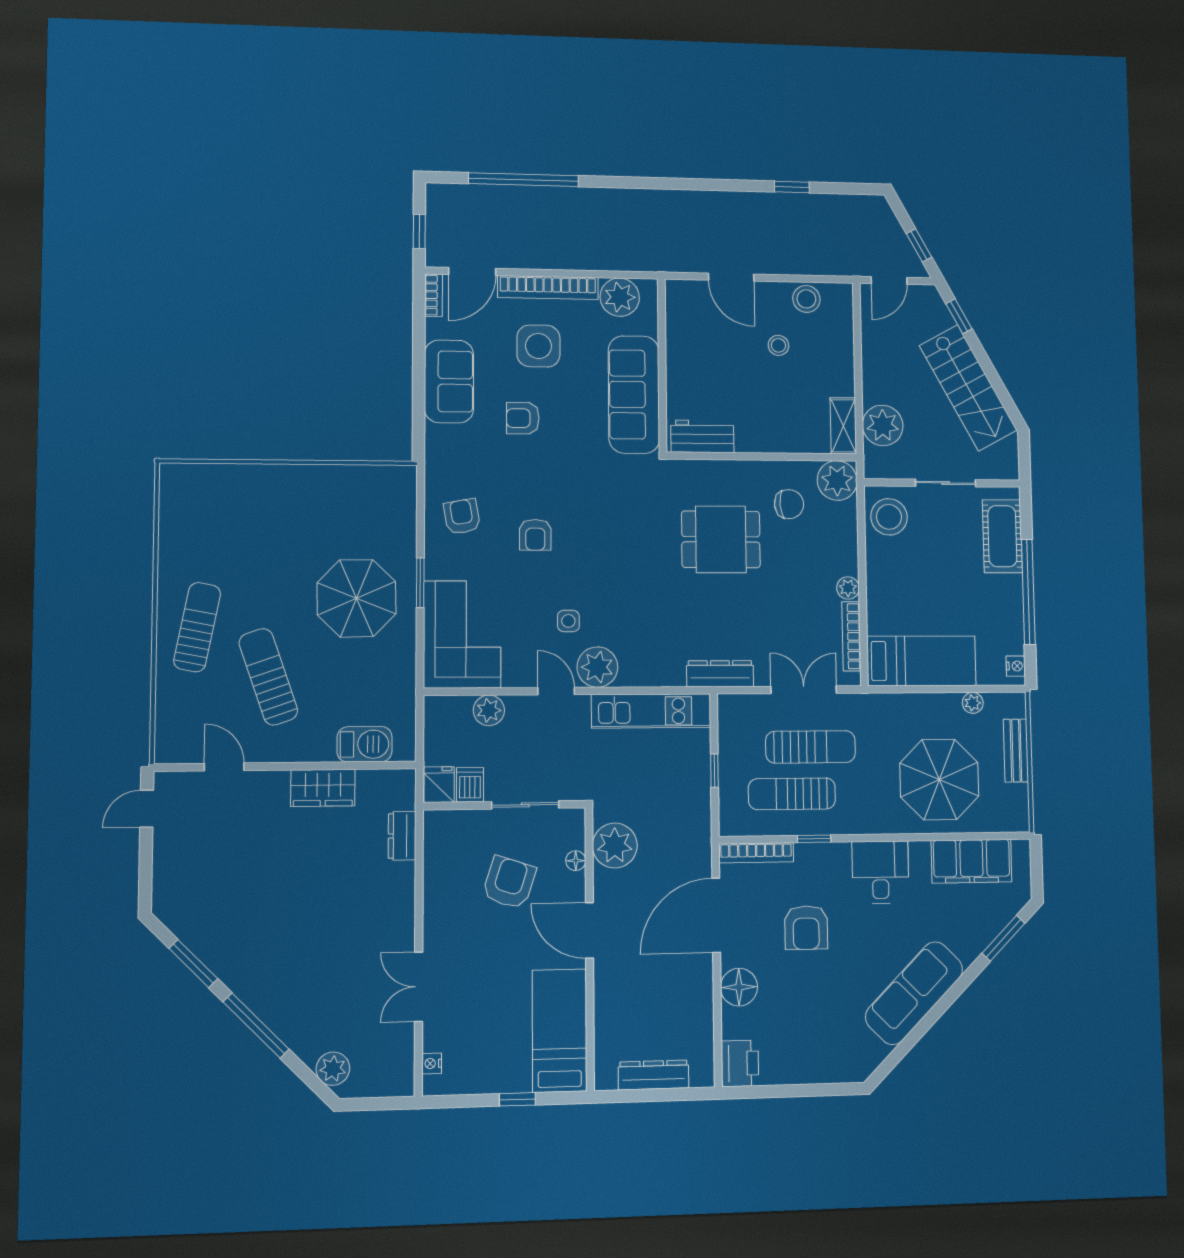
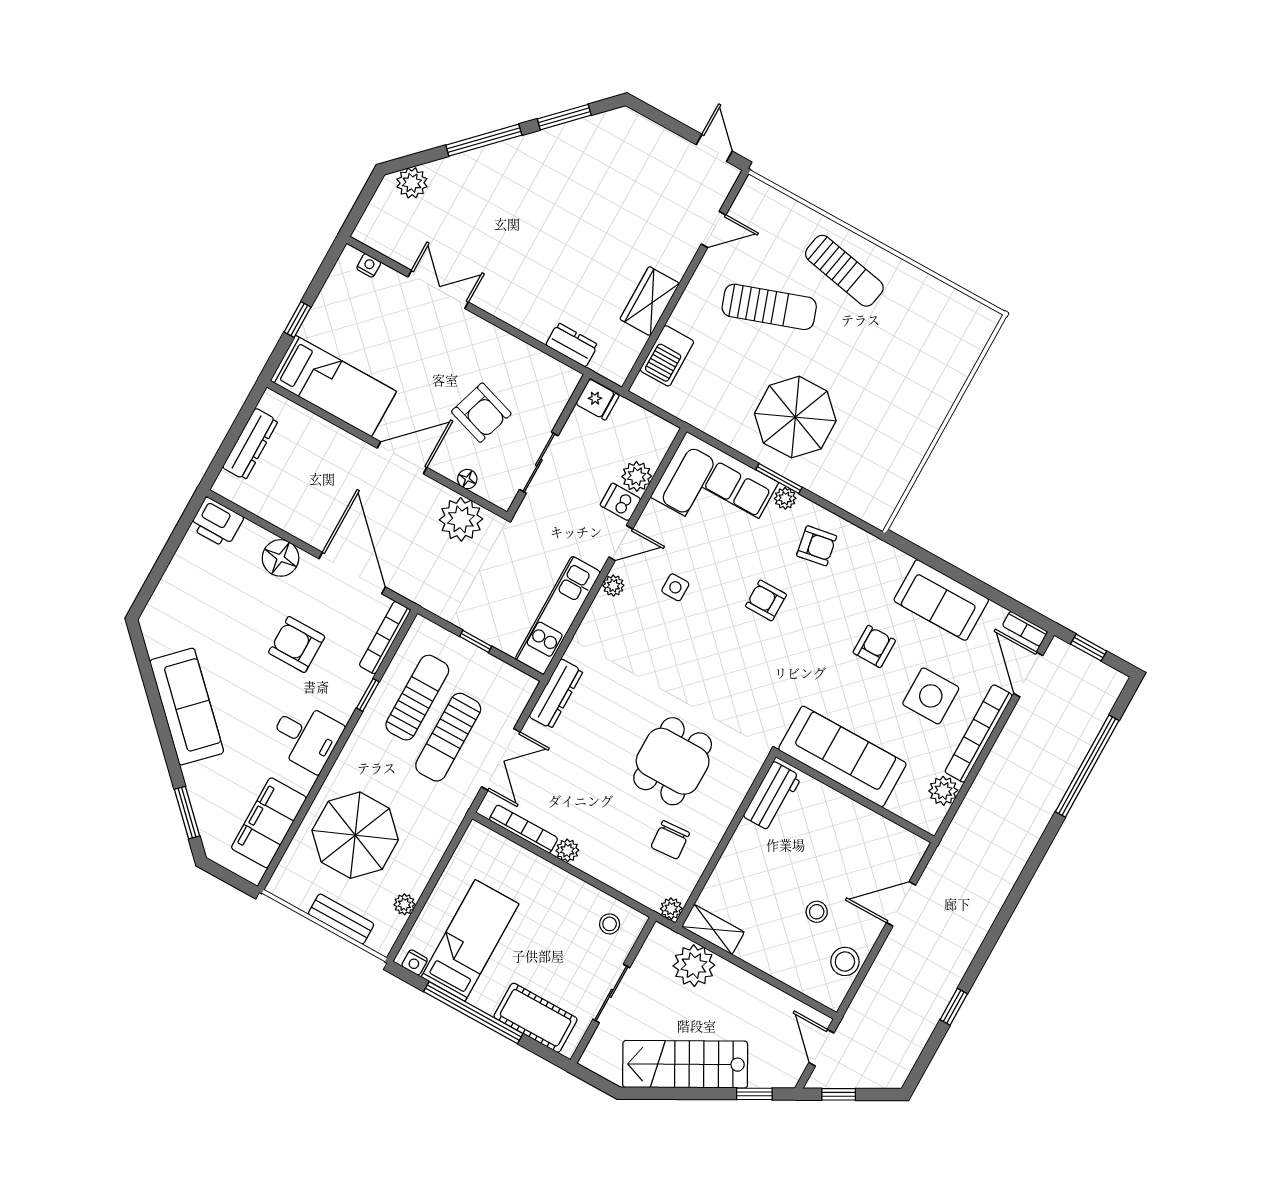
plant: (620, 297) -> (943, 791), width x0.73, depth x0.73
plant: (837, 480) -> (671, 909), width x0.53, depth x0.53
stool: (889, 517) -> (610, 924), width x0.53, depth x0.53
plant: (435, 567) -> (785, 498), added
bed: (921, 661) -> (470, 940), moved, turned 180
plant: (597, 667) -> (613, 586), width x0.53, depth x0.53
dishwasher: (470, 785) -> (621, 502), moved, turned 180

